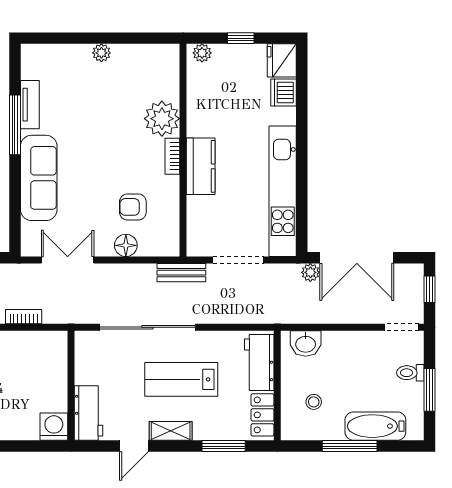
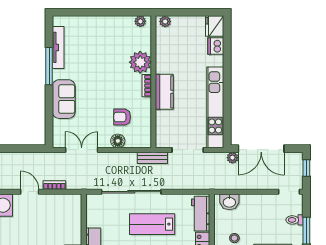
window: (241, 38) -> (189, 12), removed
plant: (101, 53) -> (140, 21), moved
tv unit: (30, 105) -> (58, 47), width x1.41
sofa: (39, 178) -> (64, 99), width x0.73

